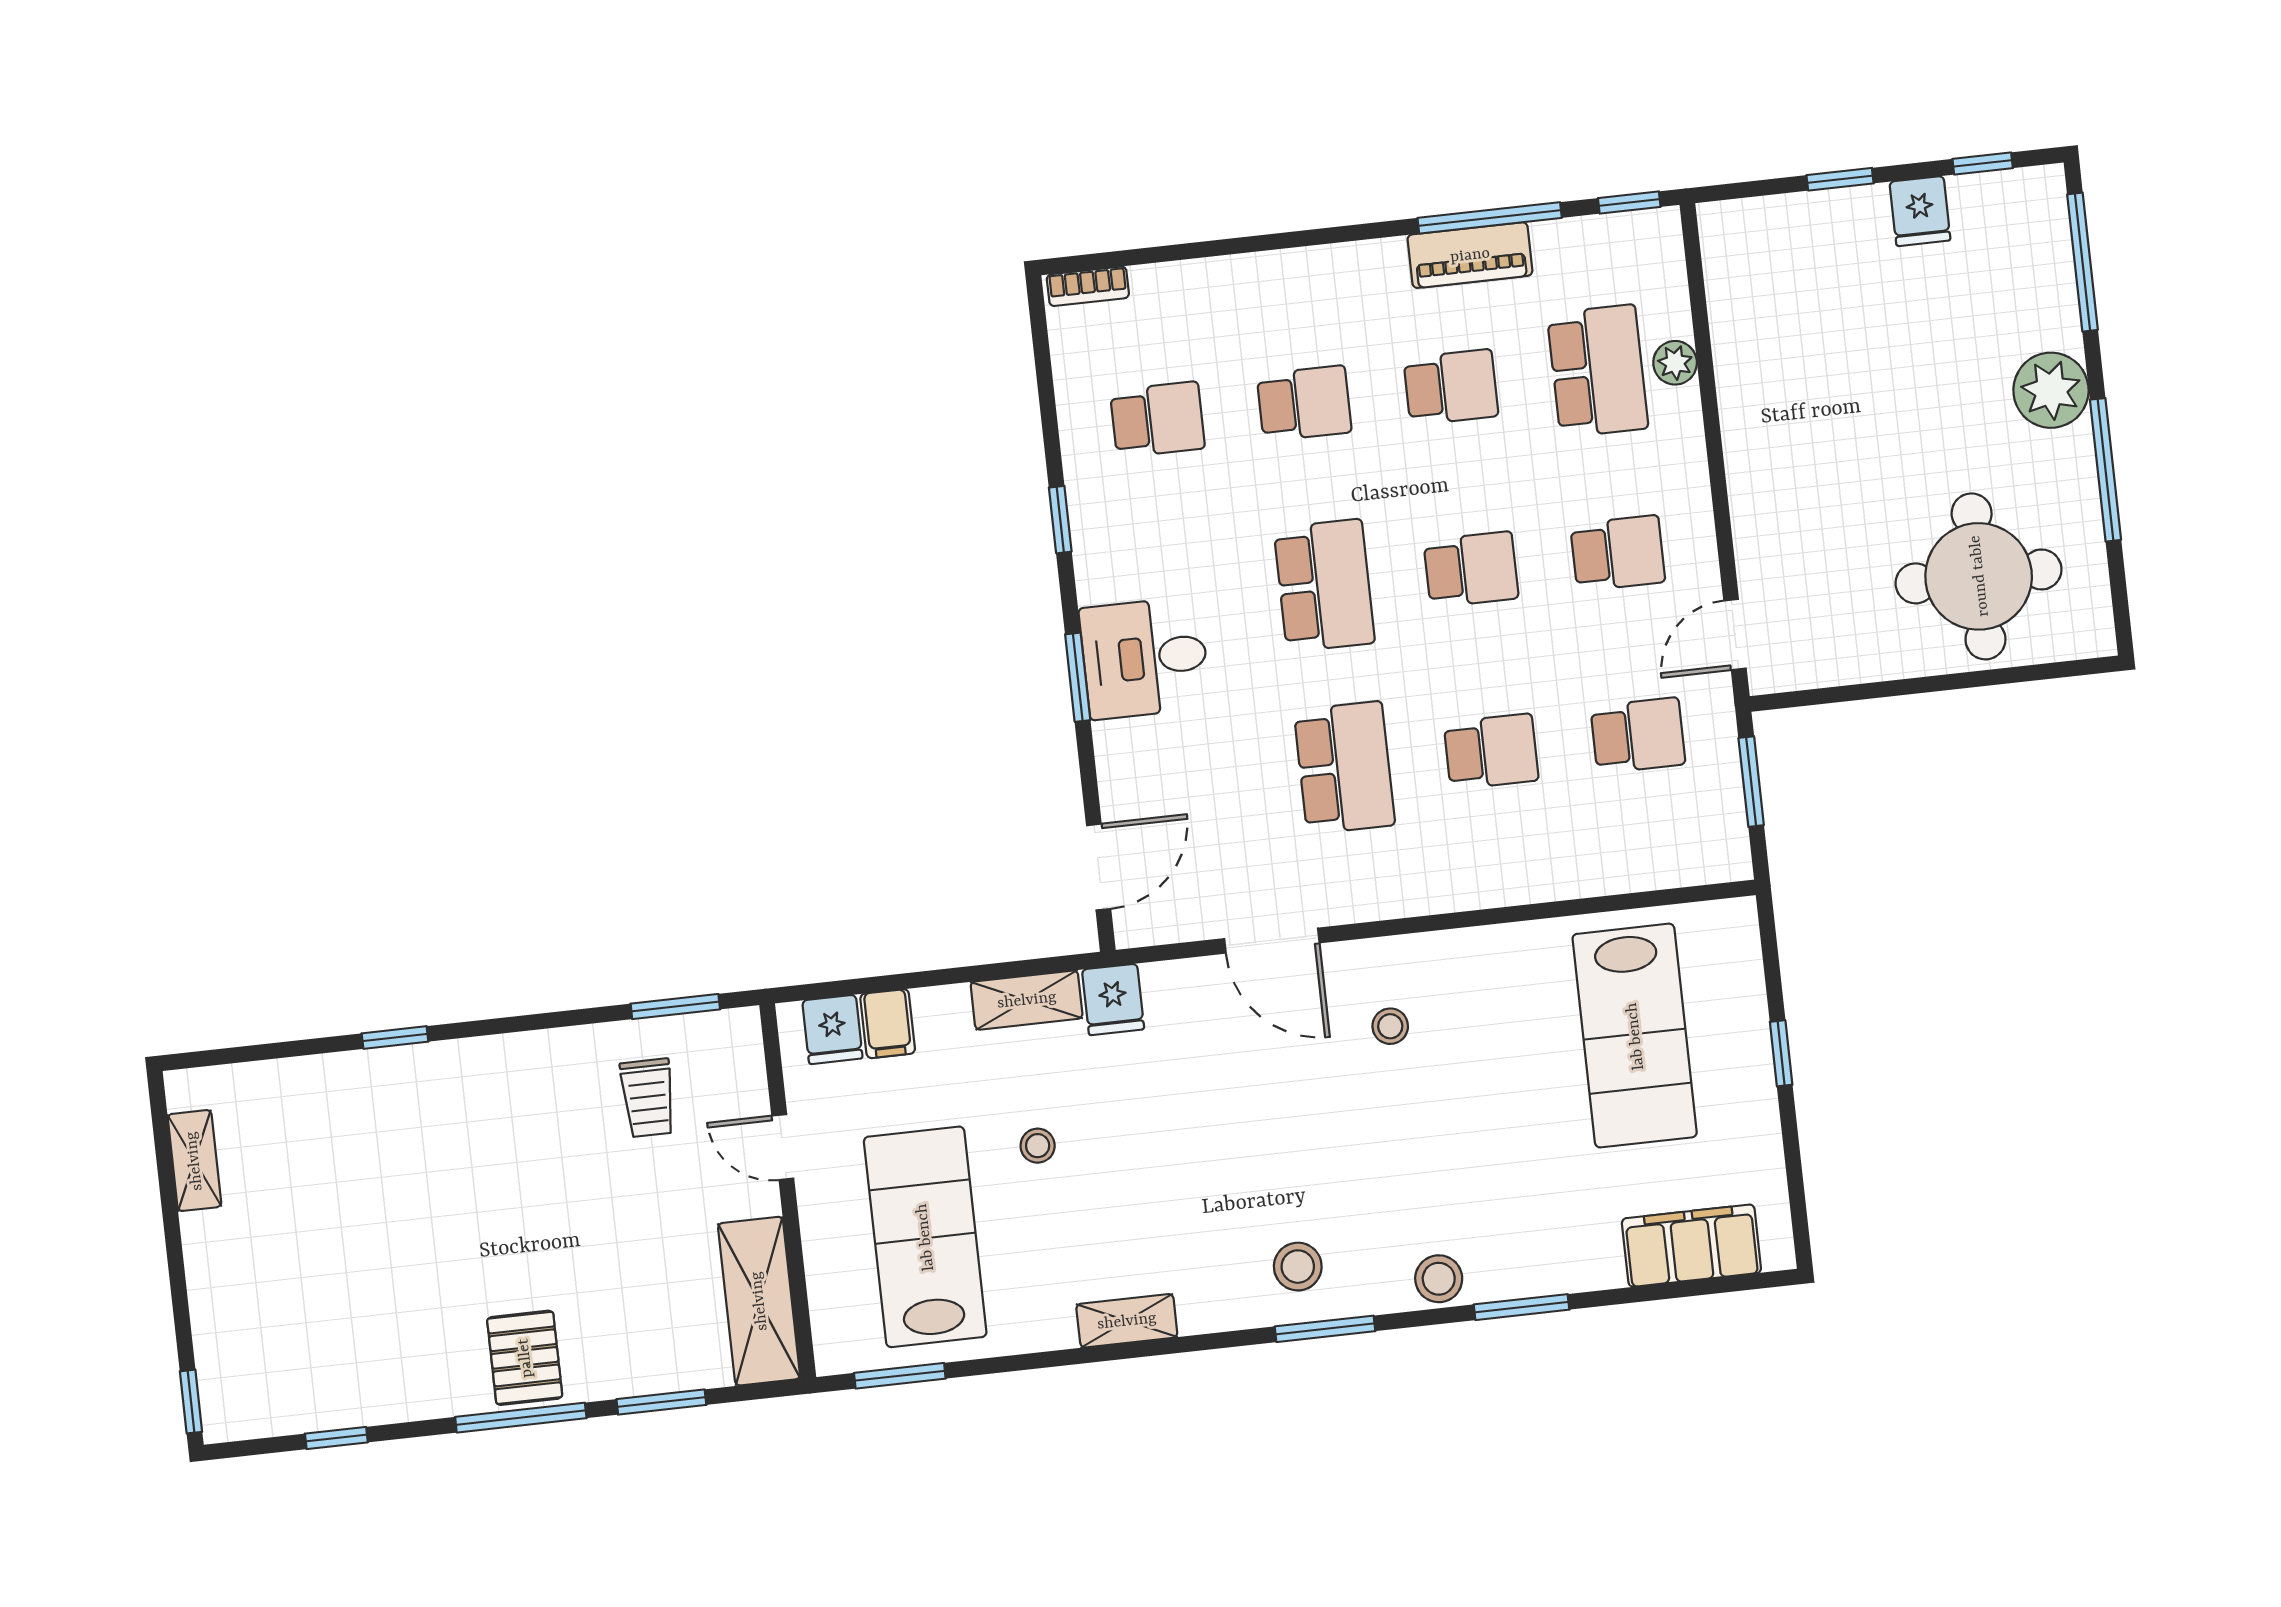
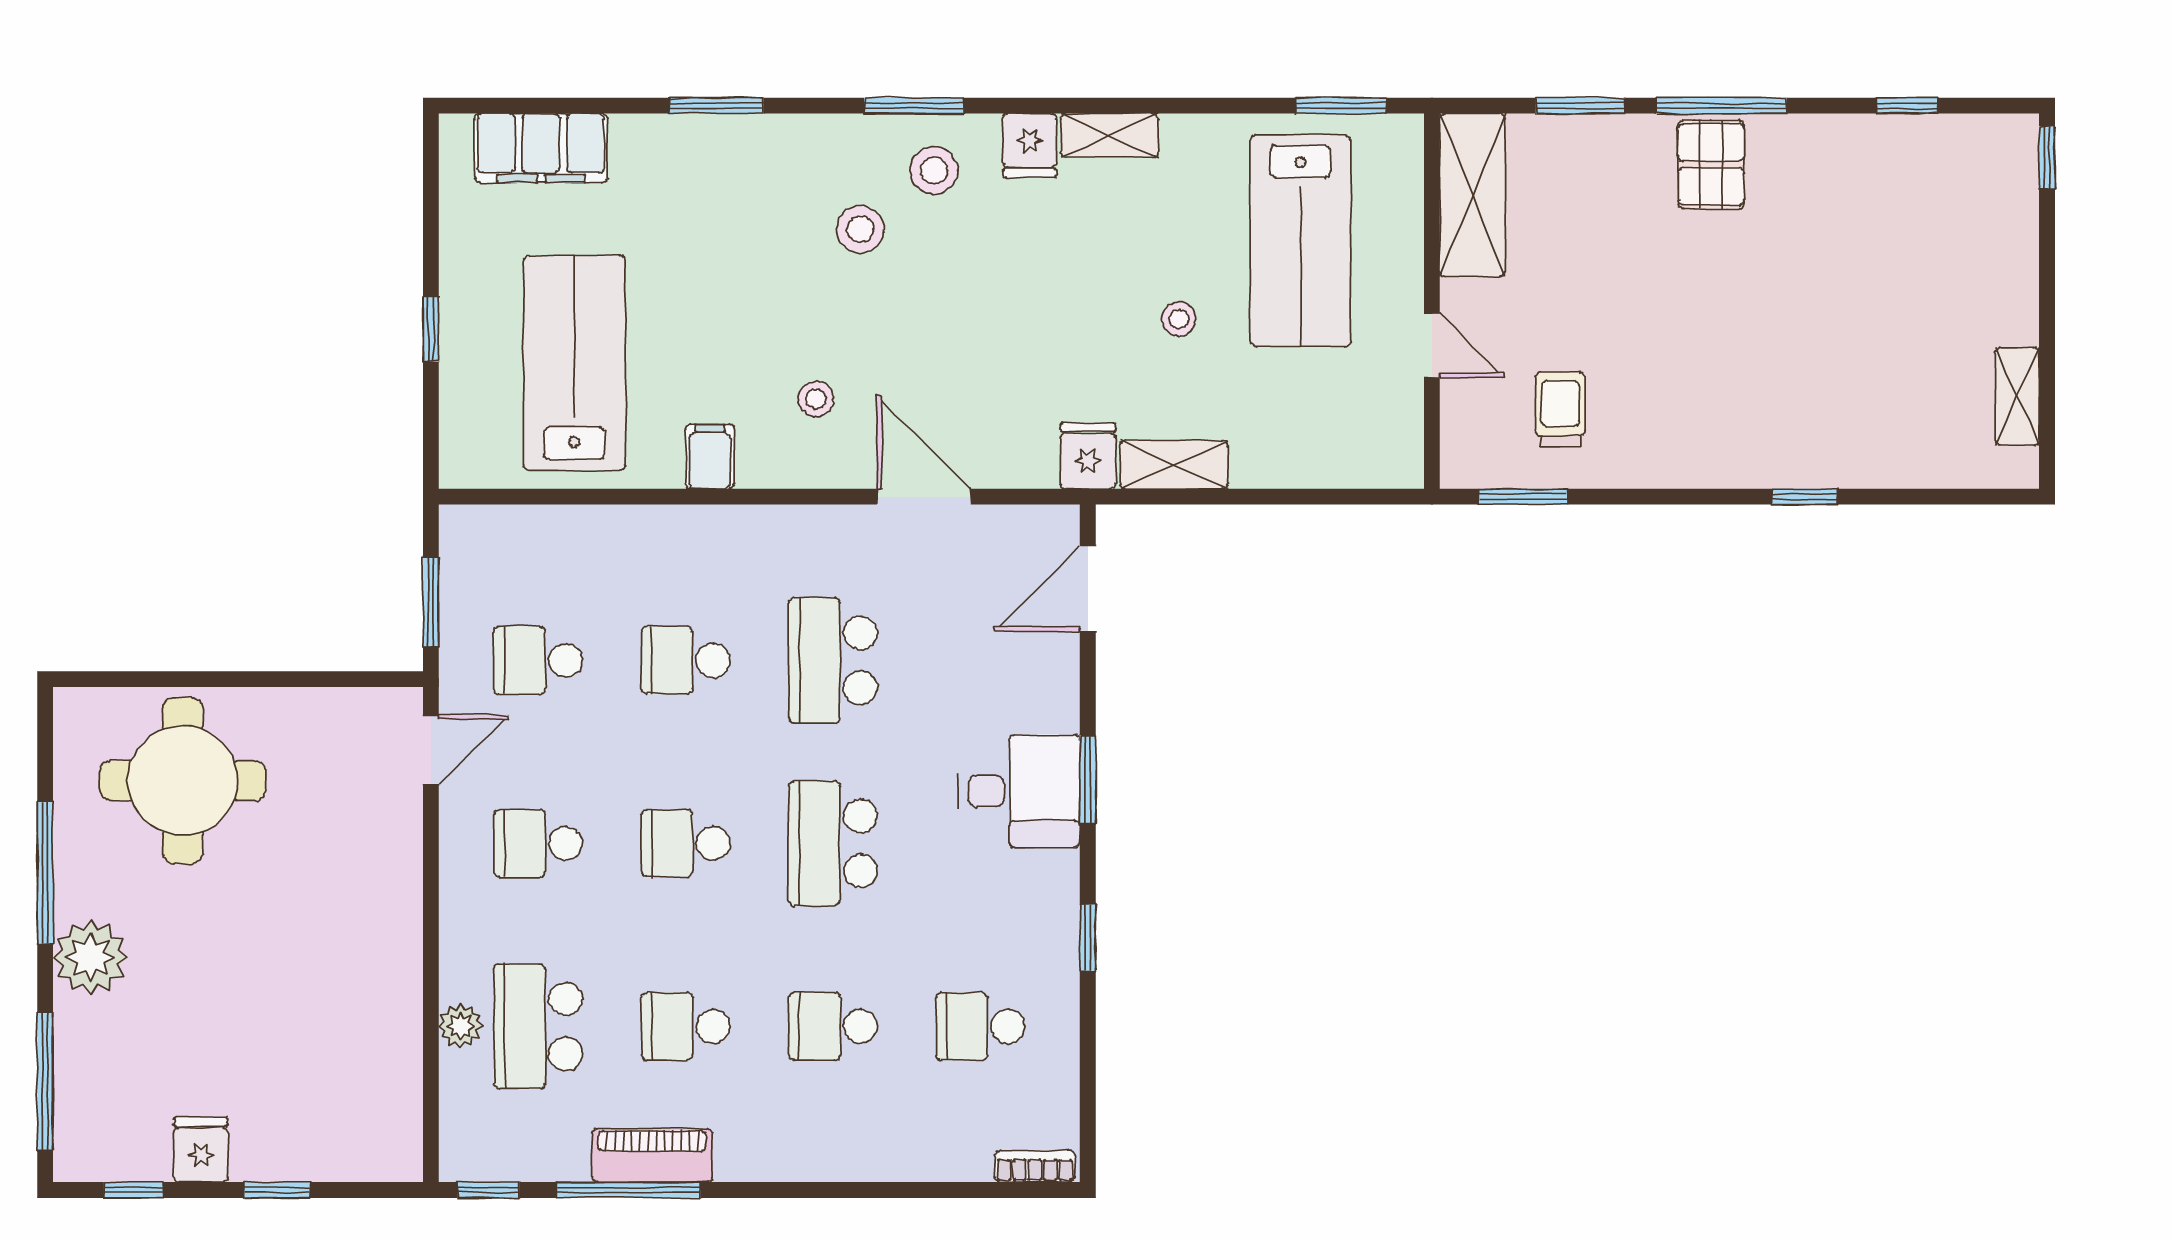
filing cabinet: (888, 1024) -> (710, 456), moved
fridge: (832, 1029) -> (1030, 146), moved, turned 180
stool: (1439, 1279) -> (860, 229), moved

